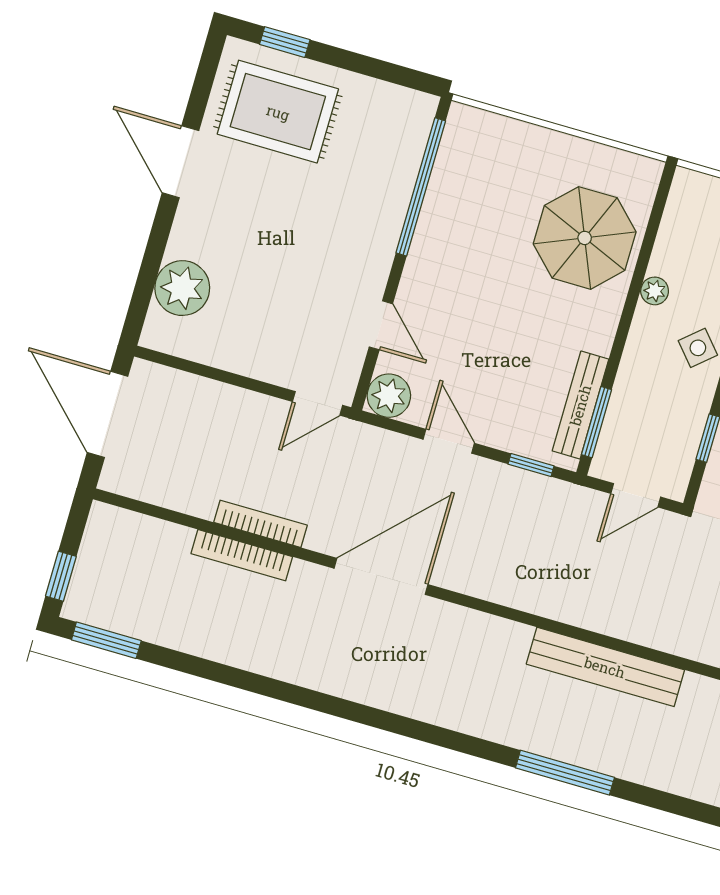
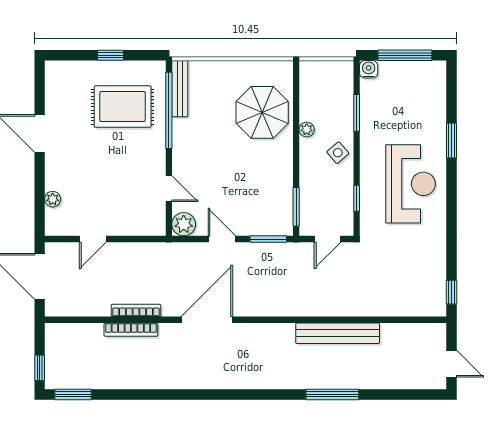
window: (285, 42) -> (111, 55), moved
rug: (278, 112) -> (123, 107), moved
plant: (182, 288) -> (53, 199), width x0.53, depth x0.53
door: (318, 403) -> (93, 239), moved
bench: (580, 405) -> (180, 89), moved
window: (531, 465) -> (268, 239), width x1.50

